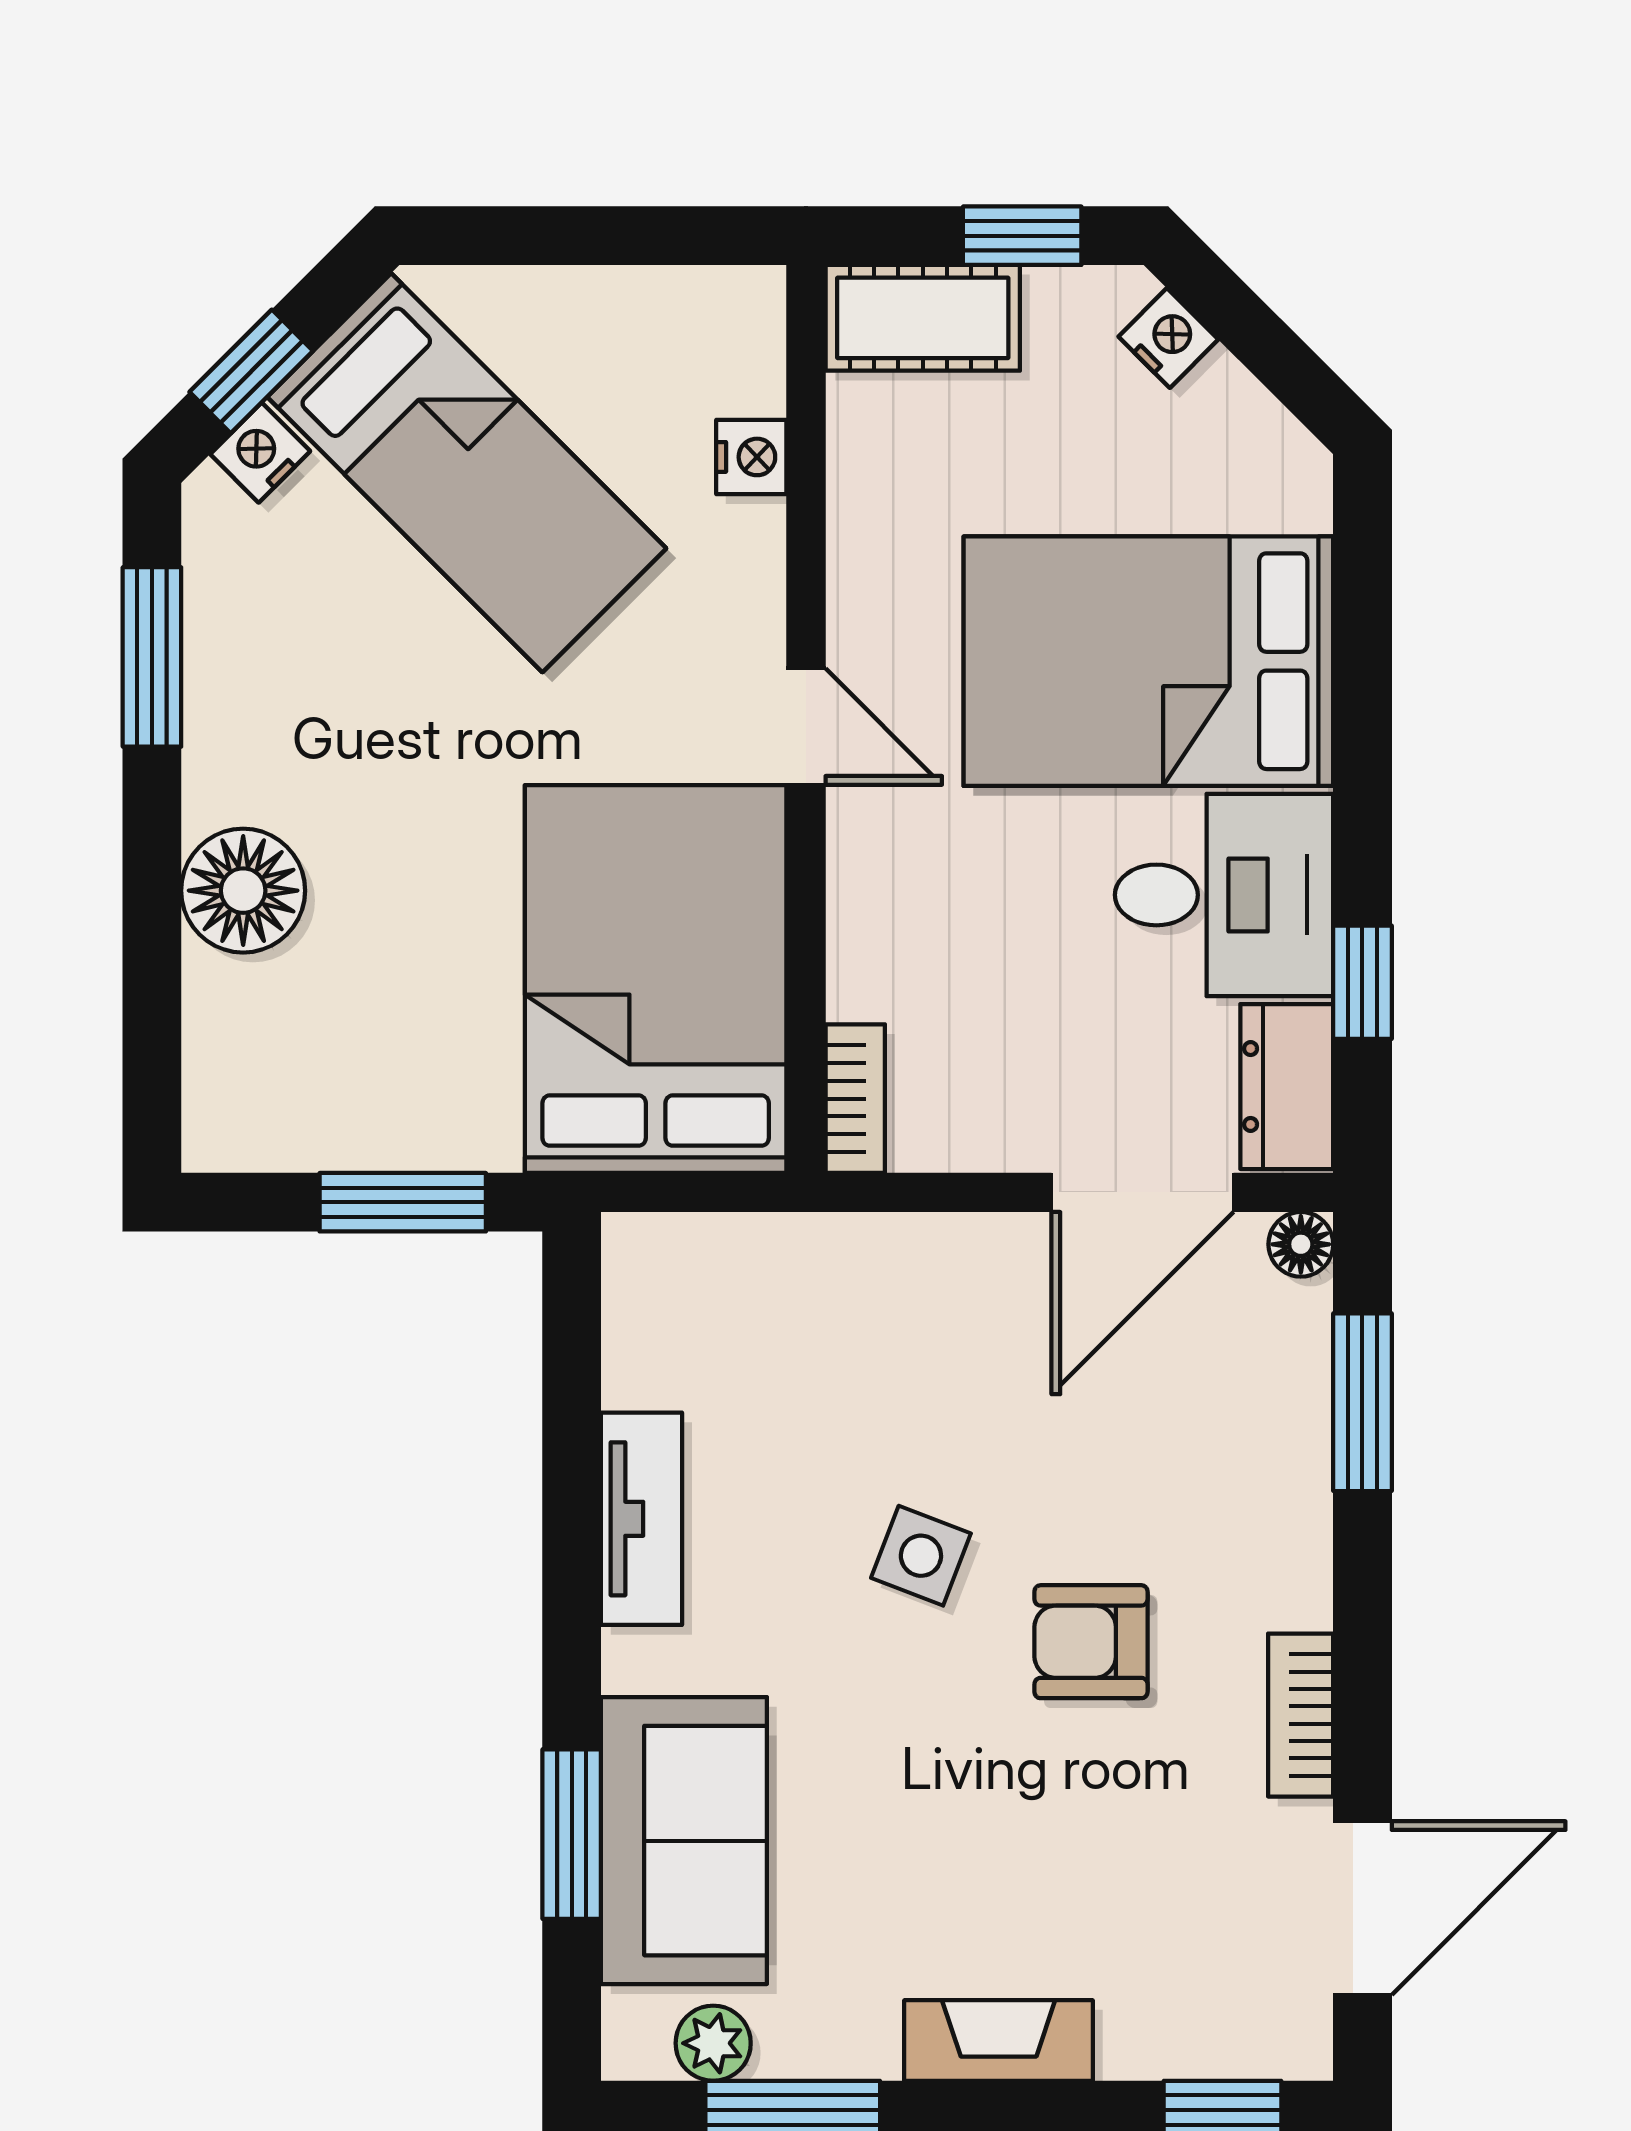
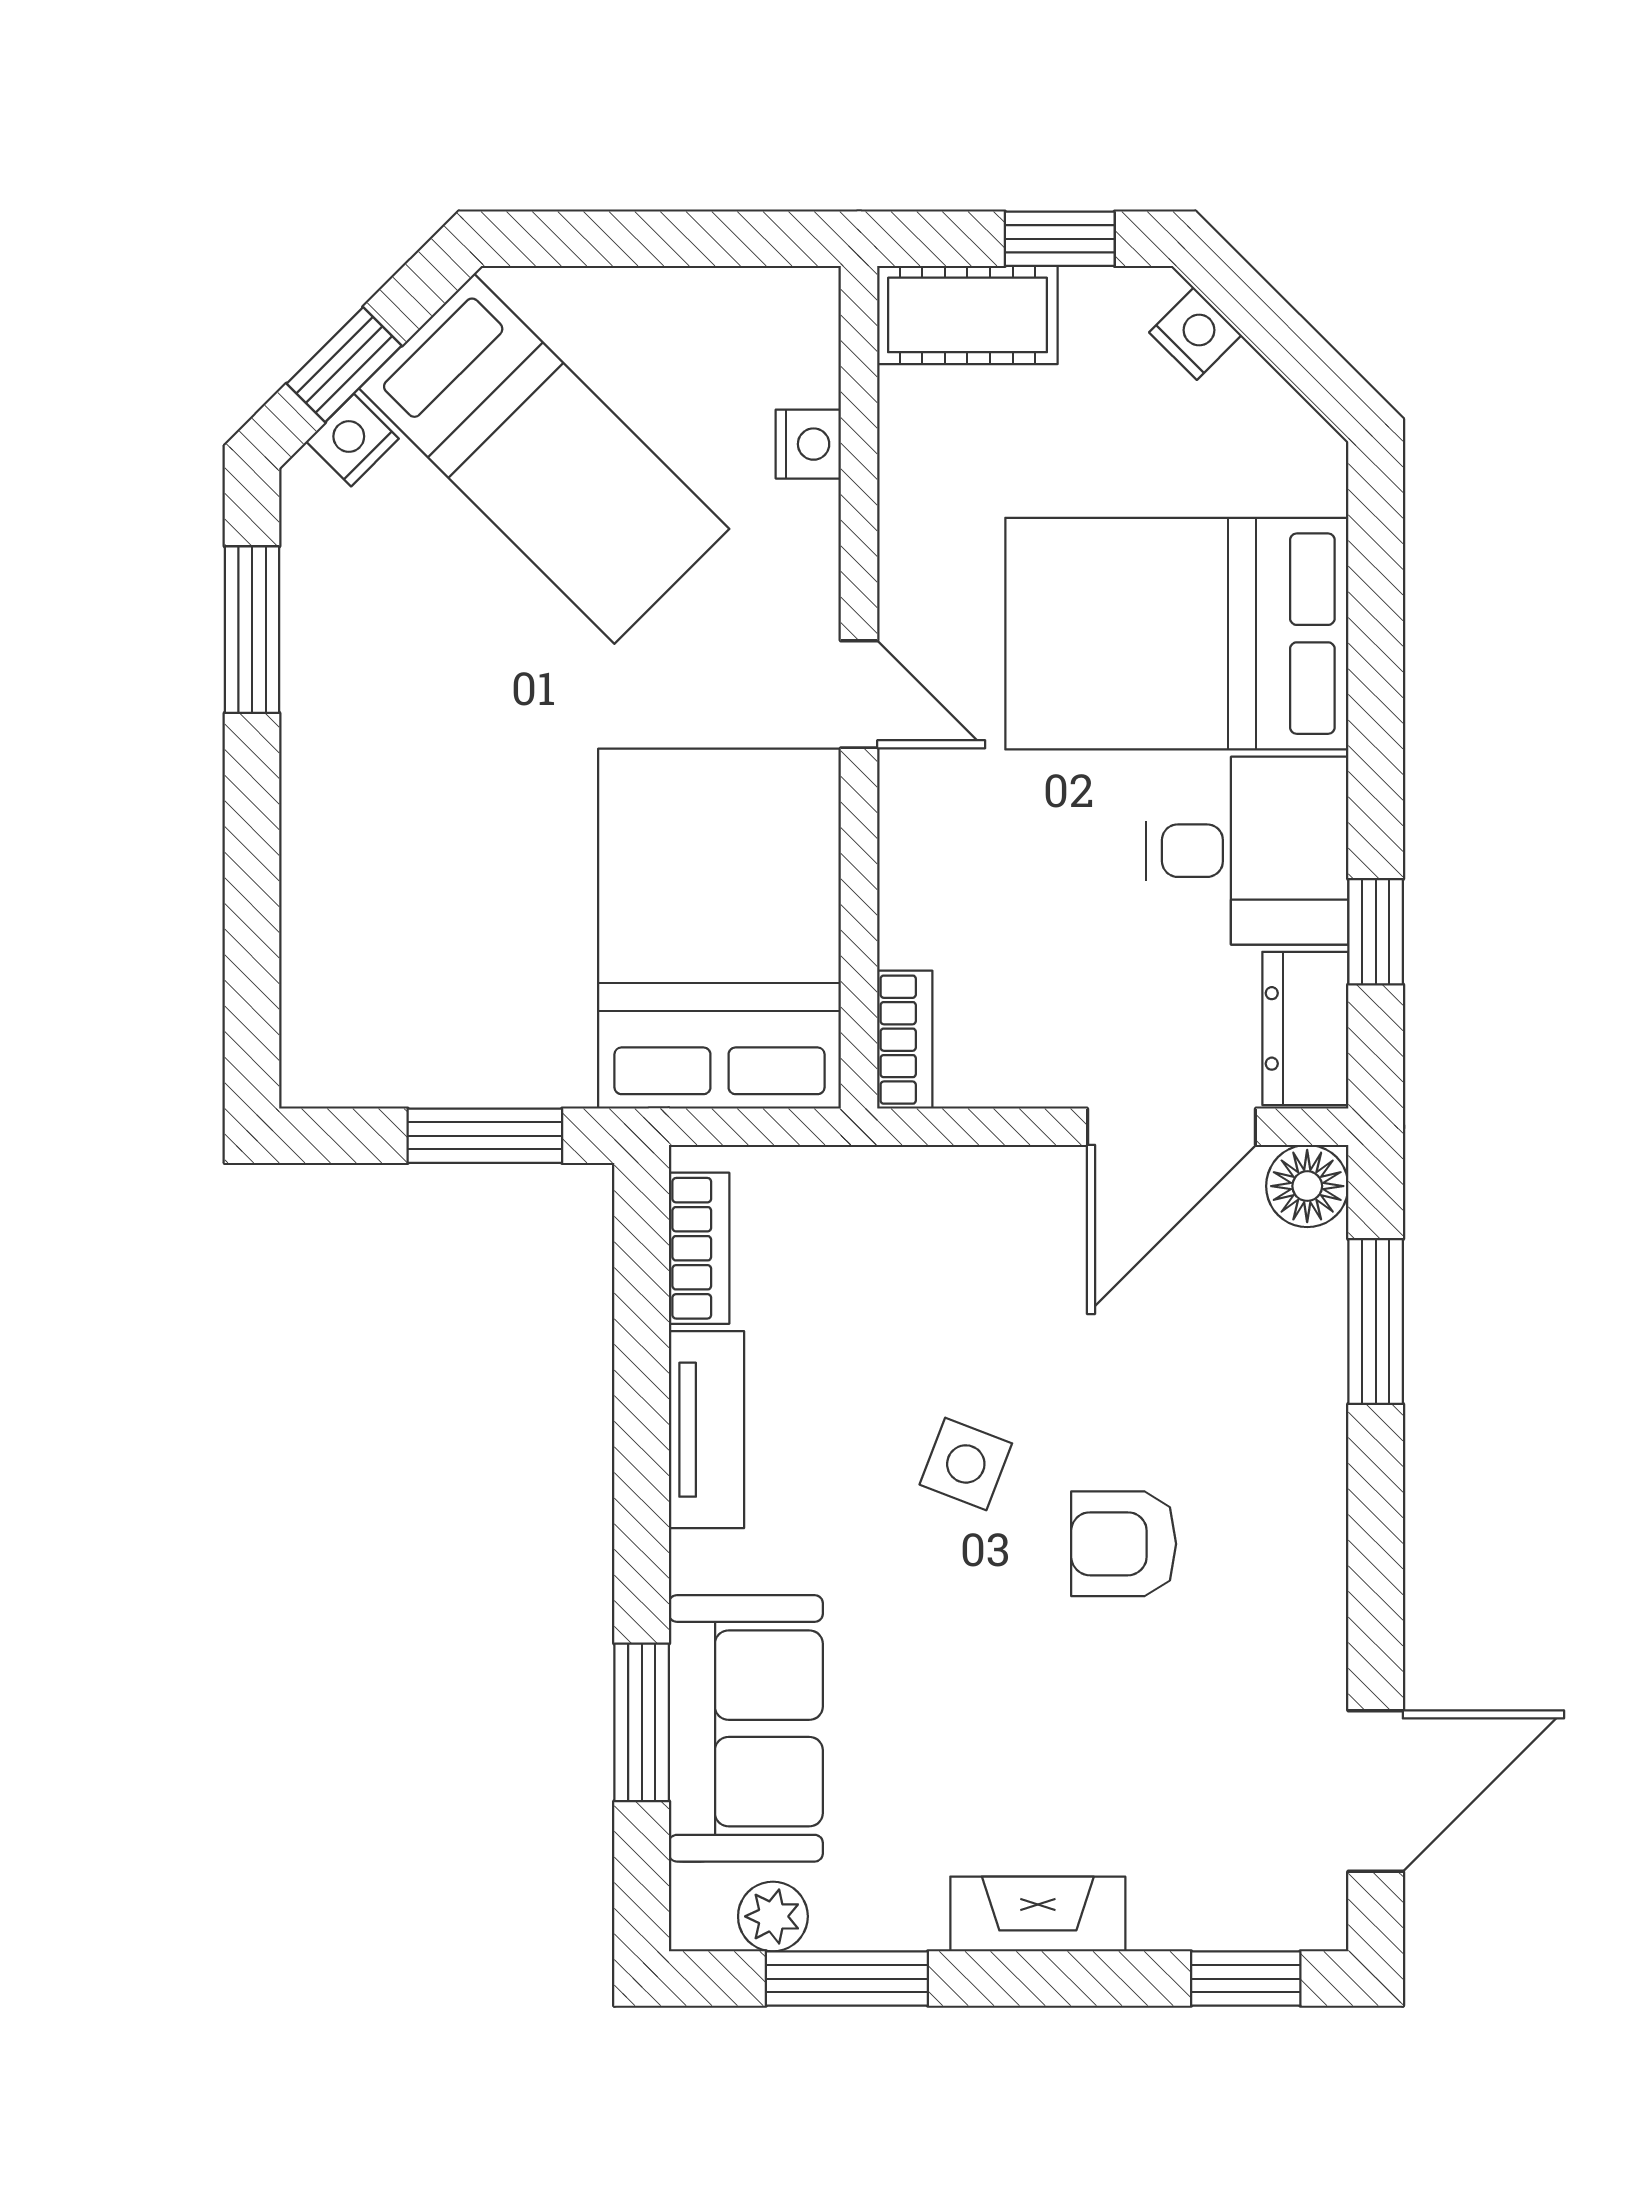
floor lamp: (243, 891) -> (337, 847), removed
floor lamp: (1301, 1244) -> (1307, 1186), width x1.37, depth x1.37
bookcase: (1301, 1715) -> (699, 1248), moved, turned 180

